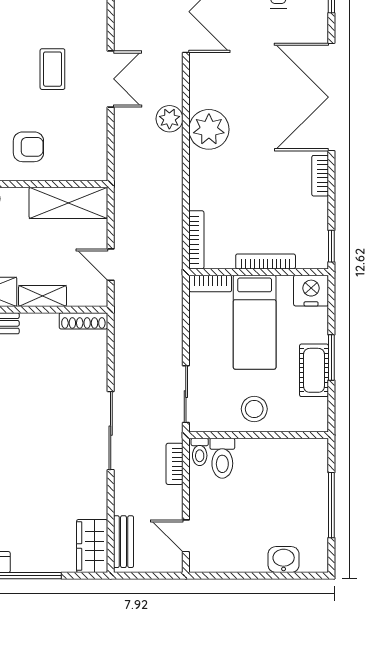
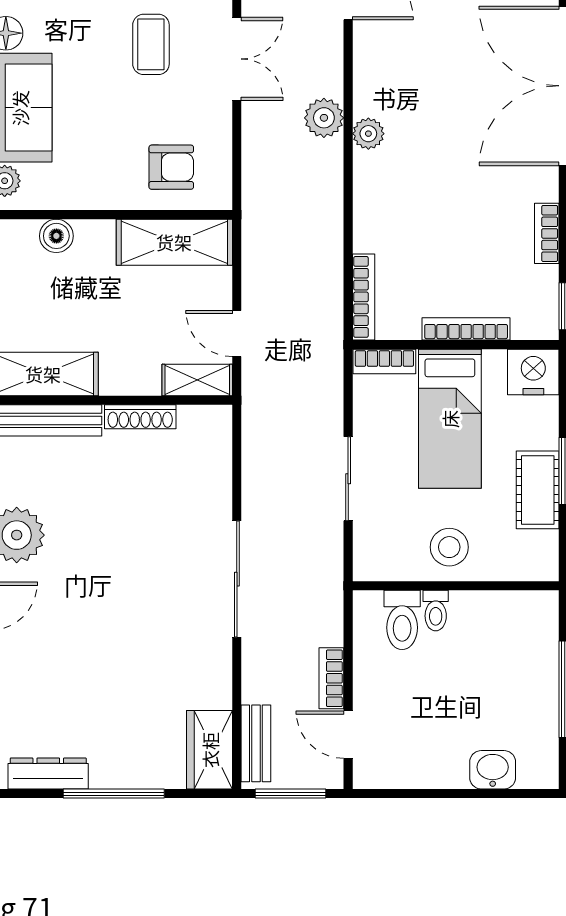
plant: (209, 129) -> (368, 134), width x0.53, depth x0.53
armchair: (28, 147) -> (171, 167), moved
bookcase: (320, 176) -> (547, 233), moved
shelving: (43, 296) -> (197, 380), moved
shoe rack: (83, 321) -> (140, 417), moved
sliding door: (186, 394) -> (348, 479), moved
toilet: (200, 452) -> (436, 611), moved
bookcase: (175, 464) -> (331, 678), moved
window: (147, 576) -> (290, 794), added

